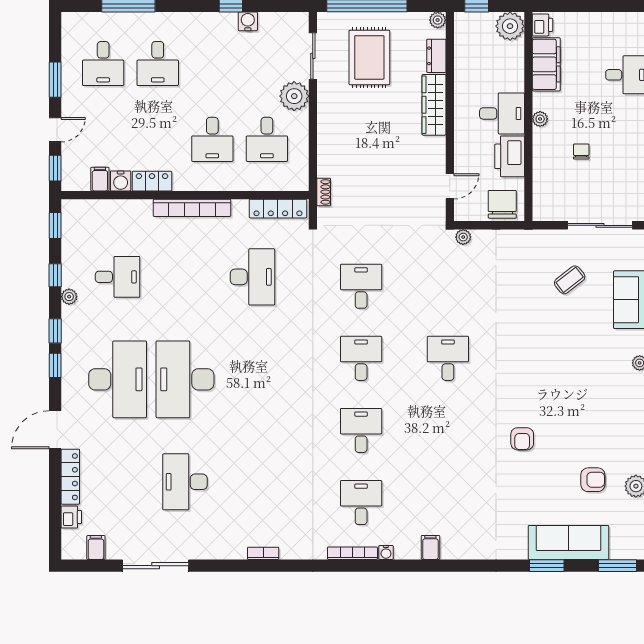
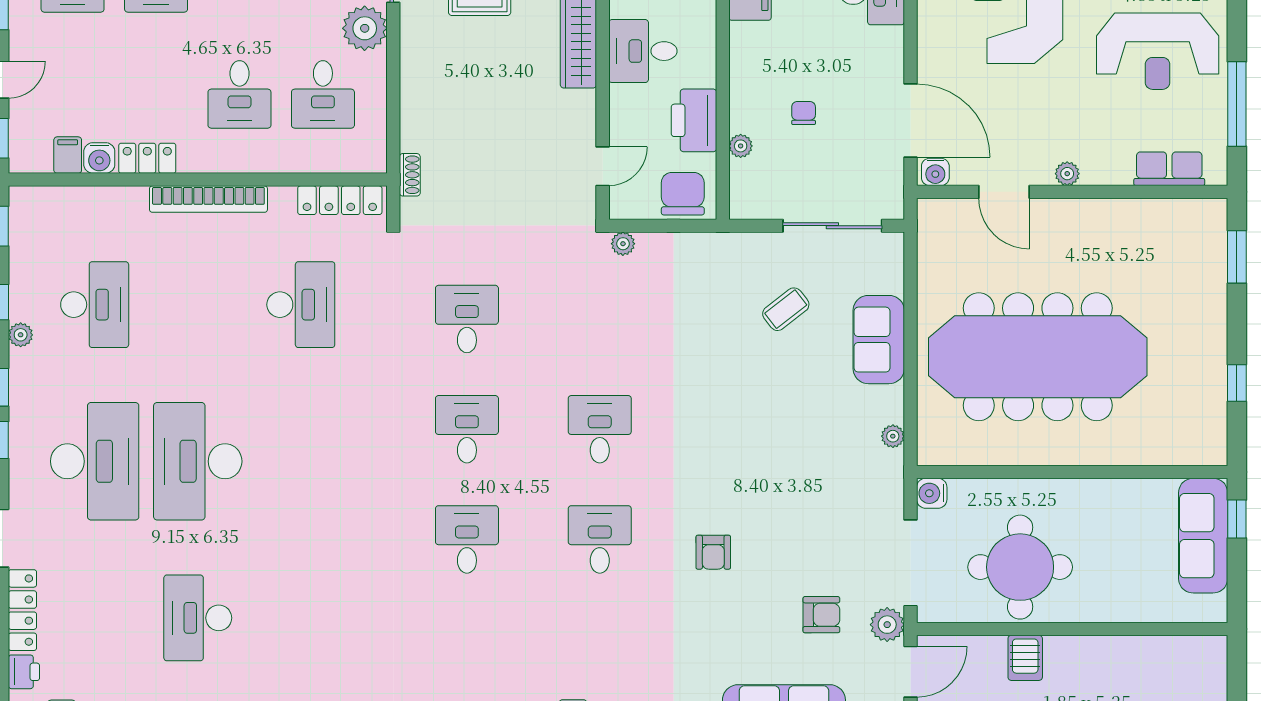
desk: (502, 113) -> (643, 51), moved, turned 180
plant: (540, 119) -> (741, 146), moved
desk: (118, 277) -> (95, 305), width x1.37
desk: (361, 503) -> (600, 539), moved

